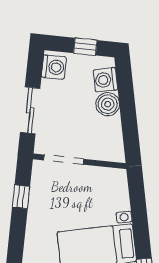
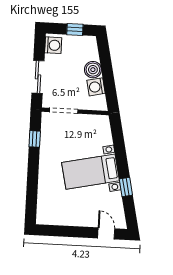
washing machine: (105, 80) -> (96, 87), moved

